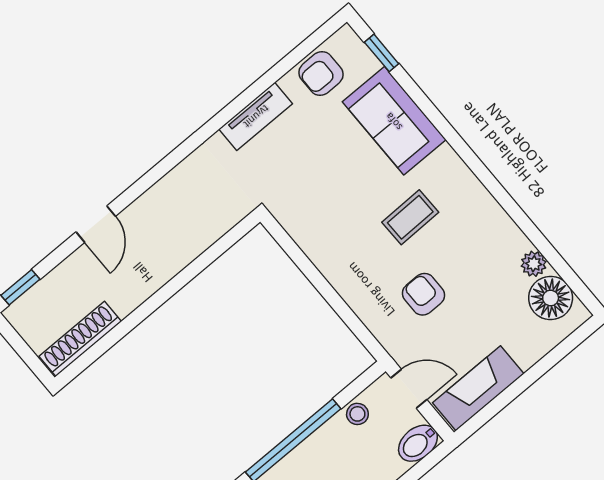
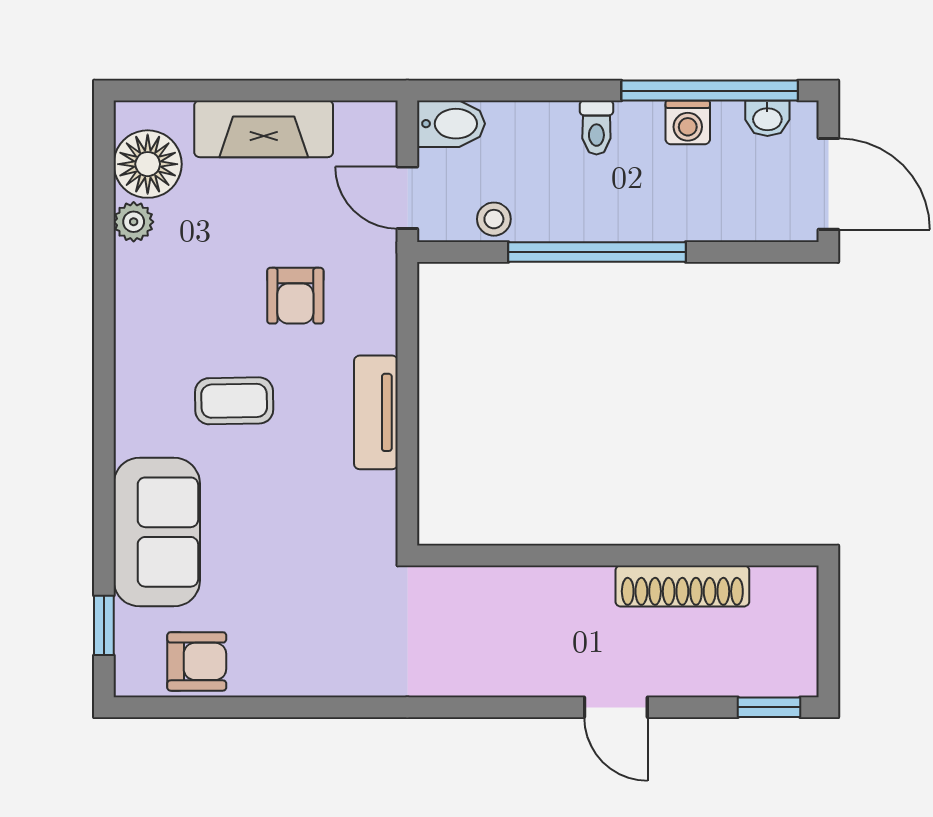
tv unit: (256, 116) -> (376, 412), moved, turned -90
door: (96, 224) -> (616, 707), swing flipped
shoe rack: (80, 339) -> (682, 586), moved
fireplace: (478, 388) -> (264, 129), moved

